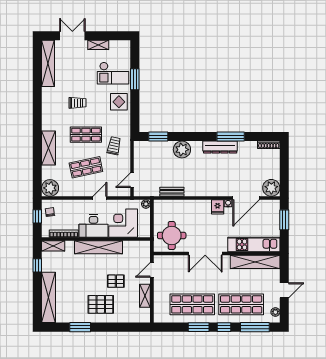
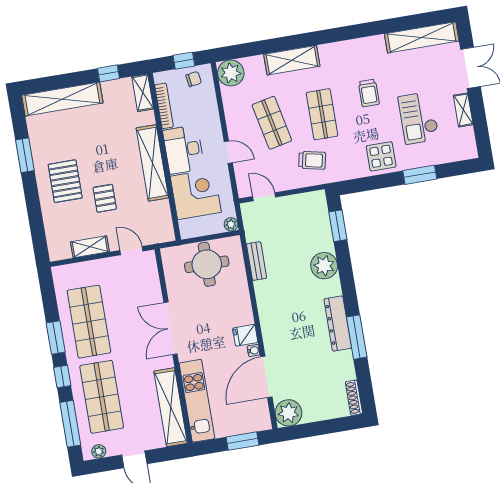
checkout: (113, 73) -> (419, 118), moved
door: (246, 198) -> (266, 377), hinge flipped
round table: (172, 235) -> (207, 264), moved

